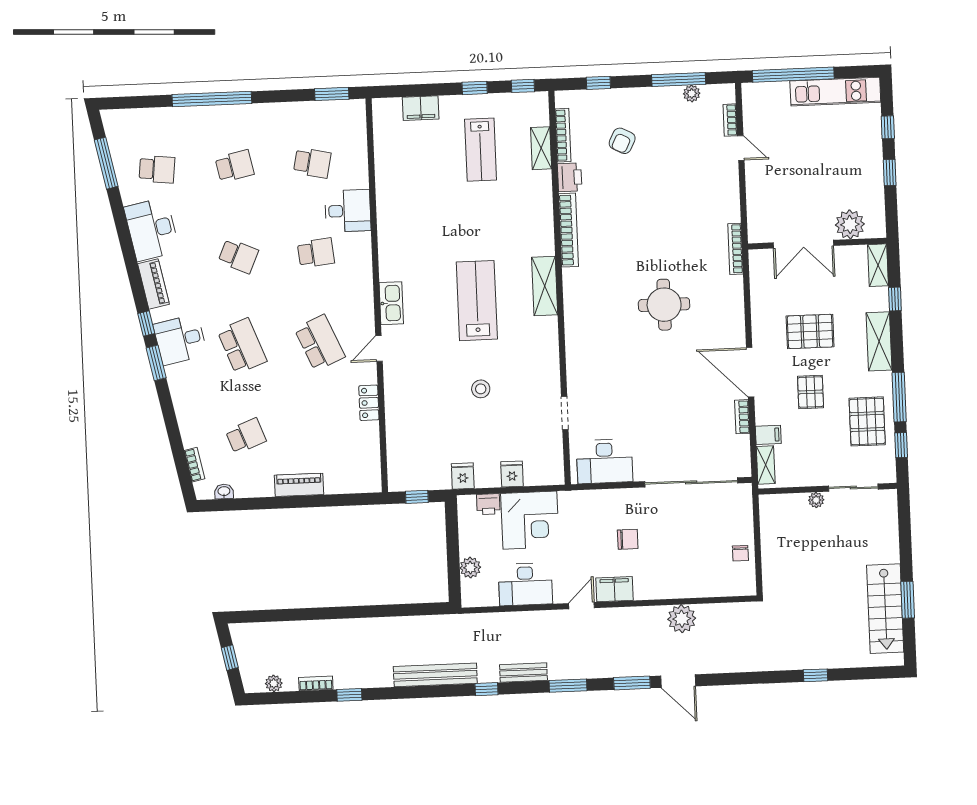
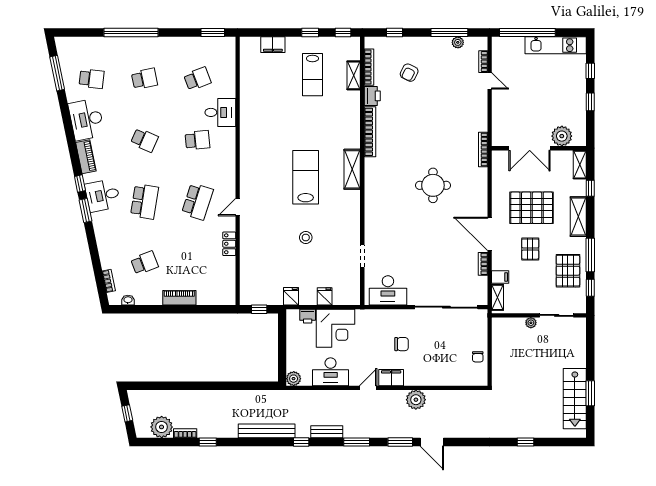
school desk: (312, 163) -> (197, 79), turned -33
kitchen sink: (391, 303) -> (247, 177), removed
pallet: (810, 331) -> (532, 208), width x1.37, depth x1.41
school desk: (320, 343) -> (197, 201), turned 42
school desk: (242, 346) -> (144, 201), turned 30
plant: (470, 568) -> (294, 379), moved
plant: (682, 619) -> (416, 400), moved
plant: (274, 683) -> (162, 427), width x1.88, depth x1.88

